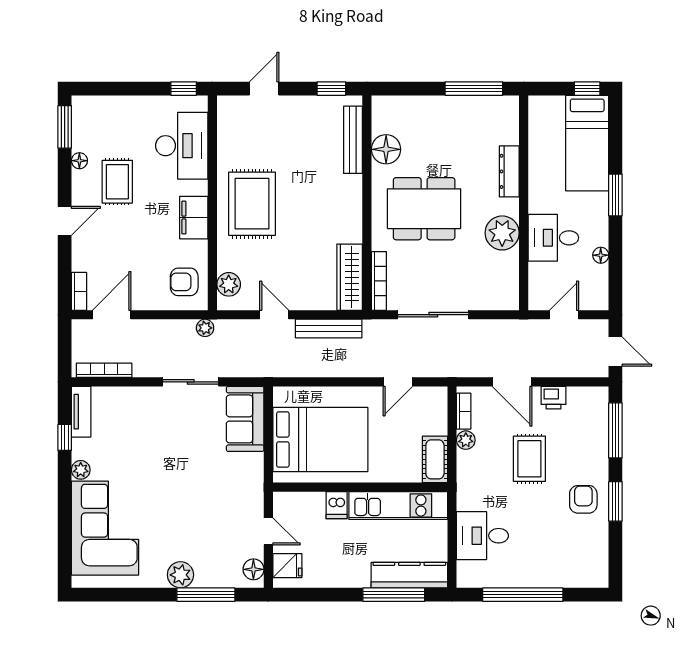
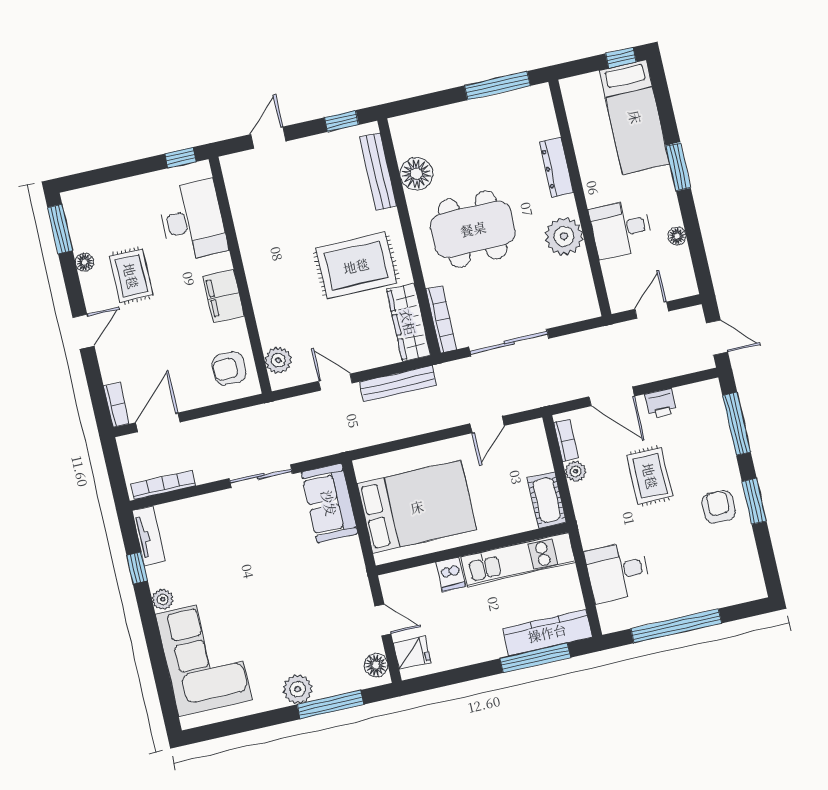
rug: (252, 204) -> (356, 266), moved, turned 90
plant: (205, 328) -> (263, 414), removed

